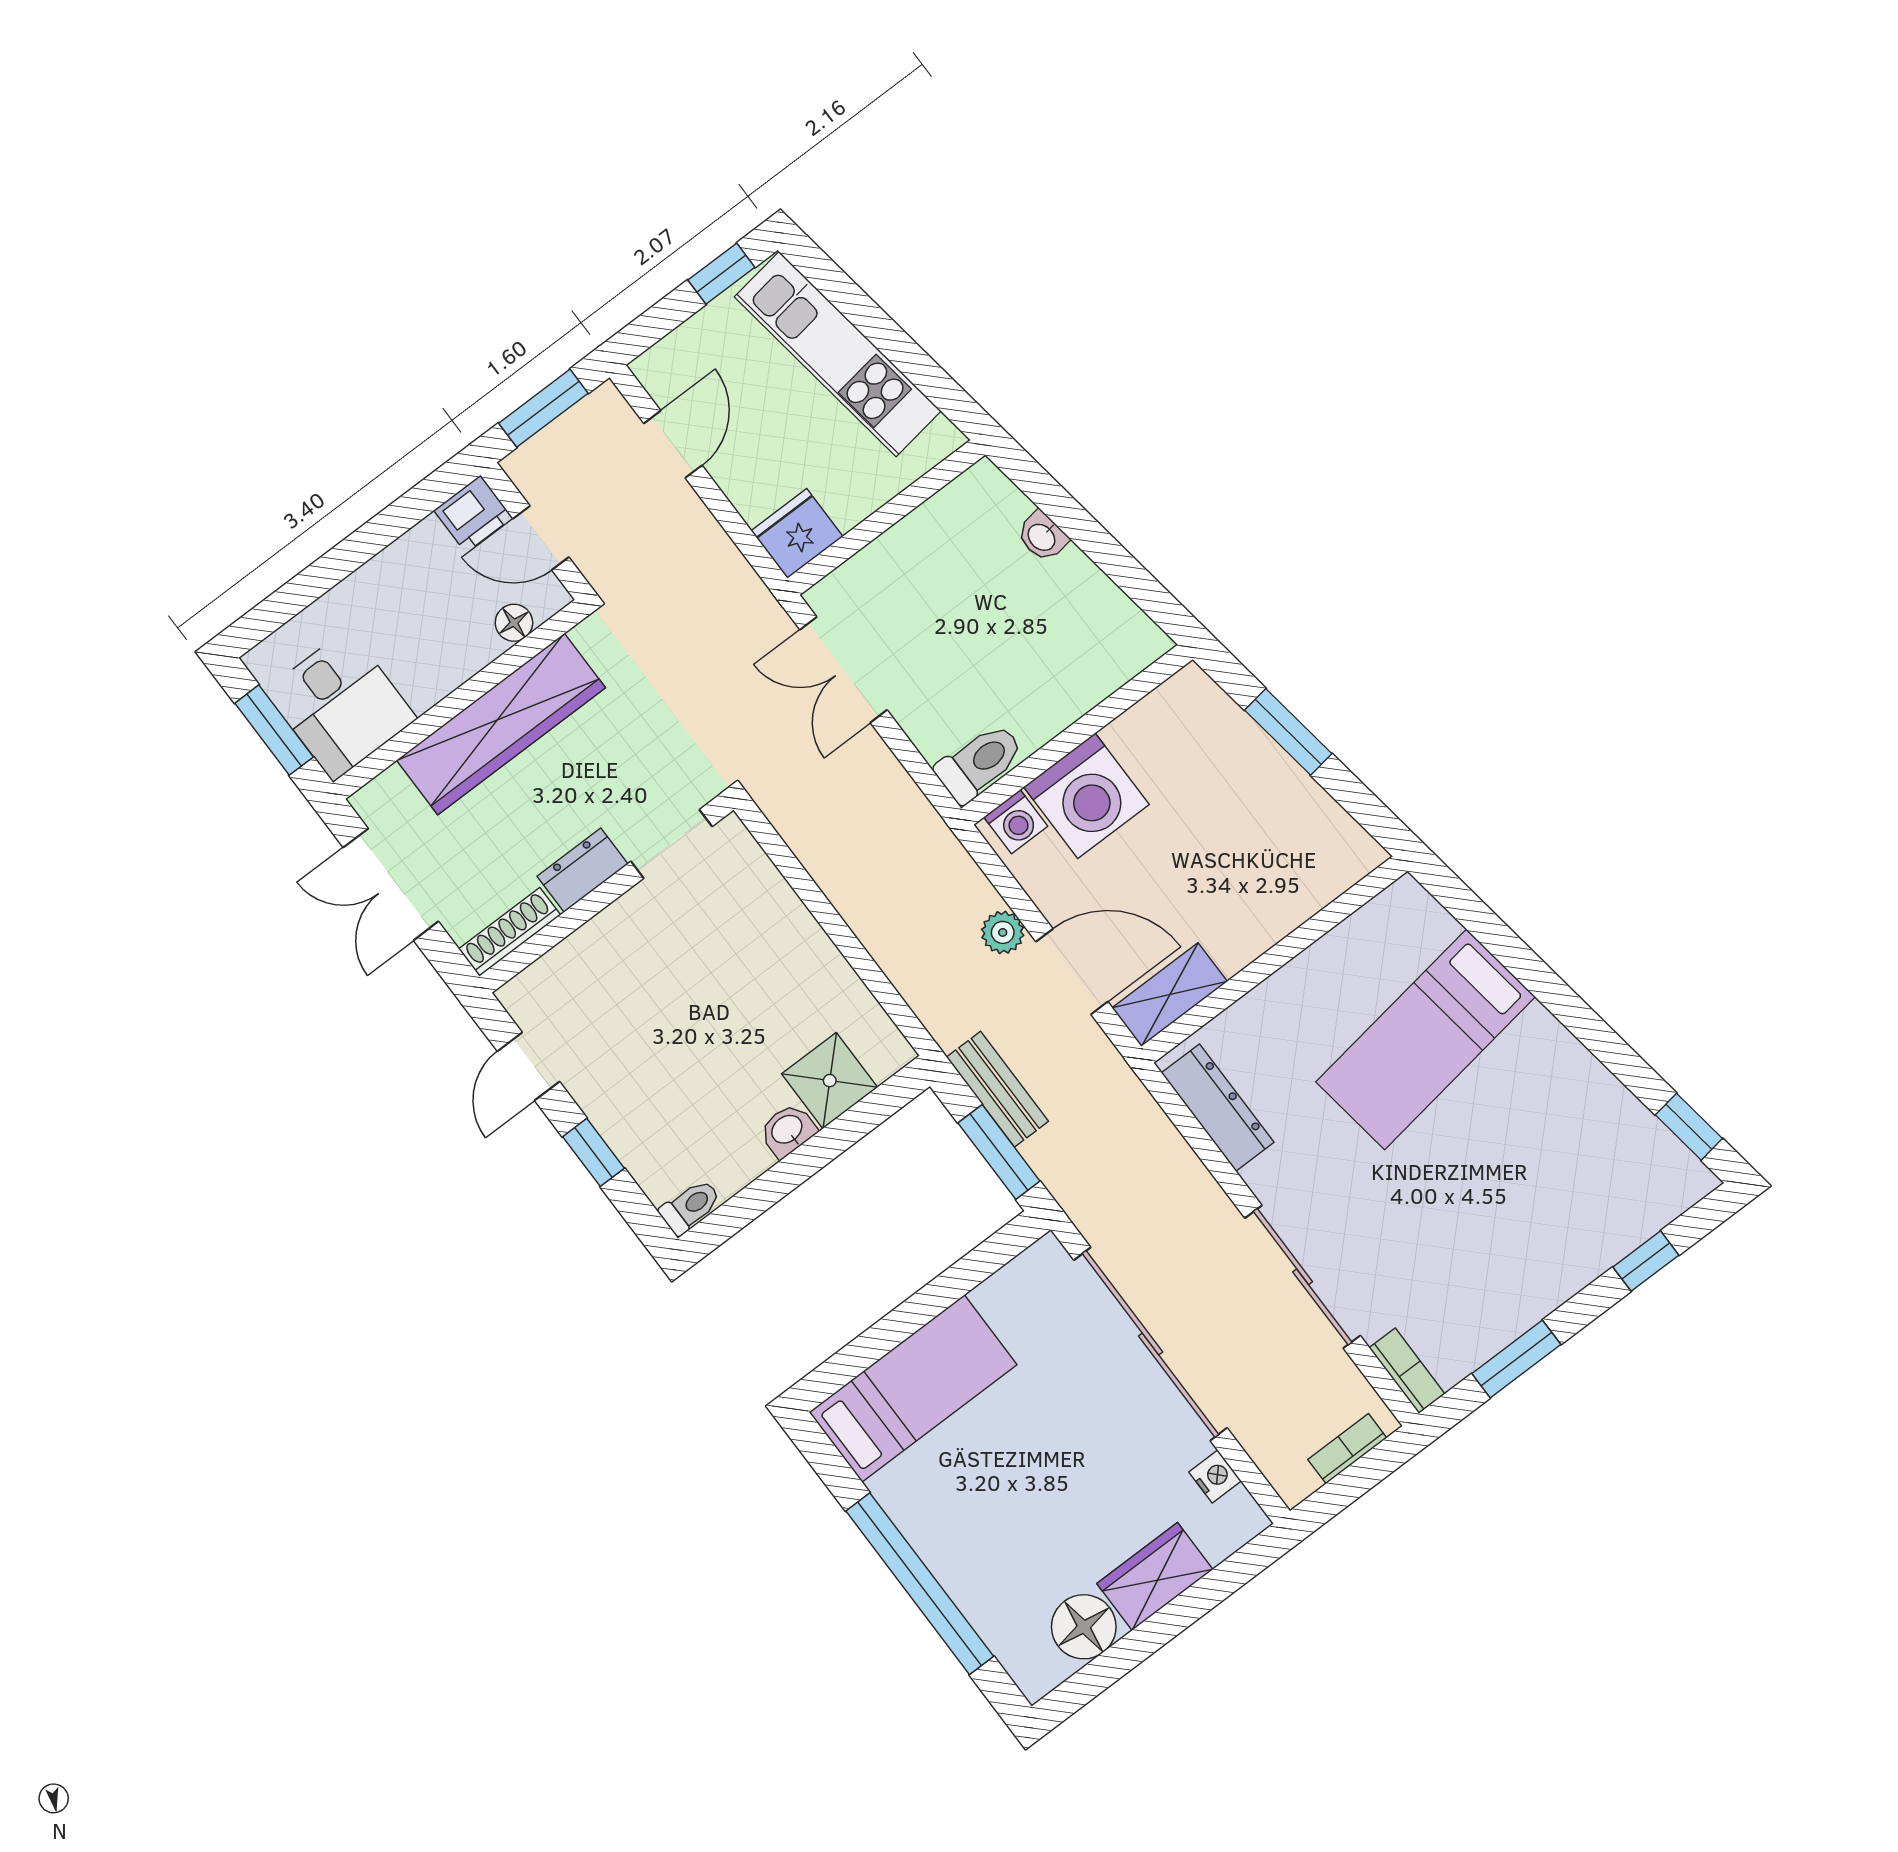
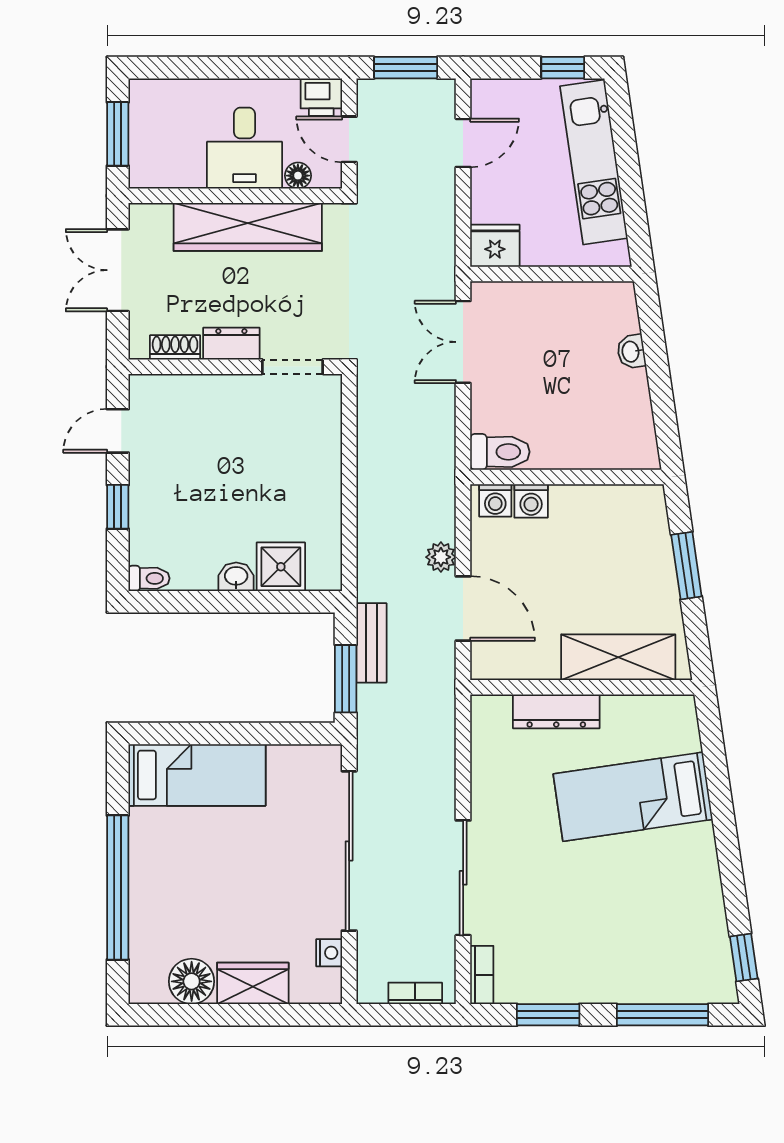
desk: (341, 705) -> (245, 148), moved
washing machine: (1086, 796) -> (531, 501), width x0.53, depth x0.53
shoe rack: (510, 932) -> (175, 347), width x0.70
shelving: (1170, 995) -> (618, 657), moved, width x1.50, depth x1.33
dresser: (1218, 1108) -> (556, 711), moved, turned 90
window: (1646, 1261) -> (663, 1015), width x2.17

